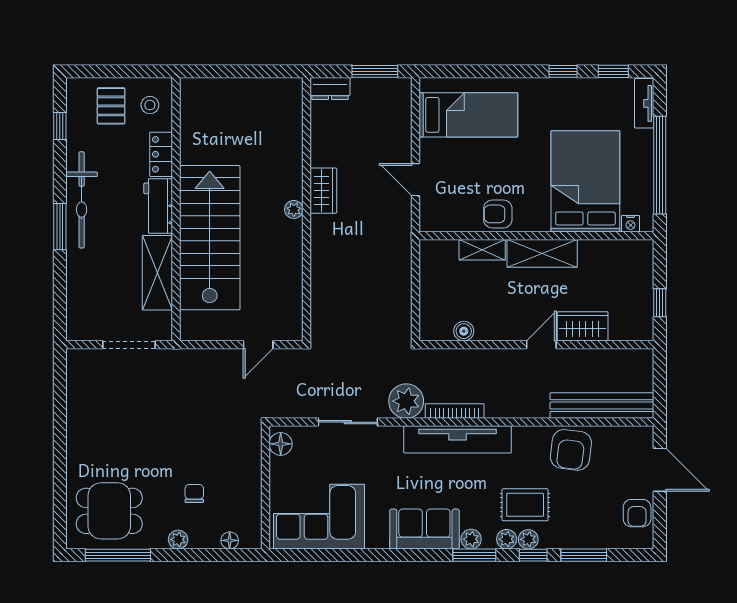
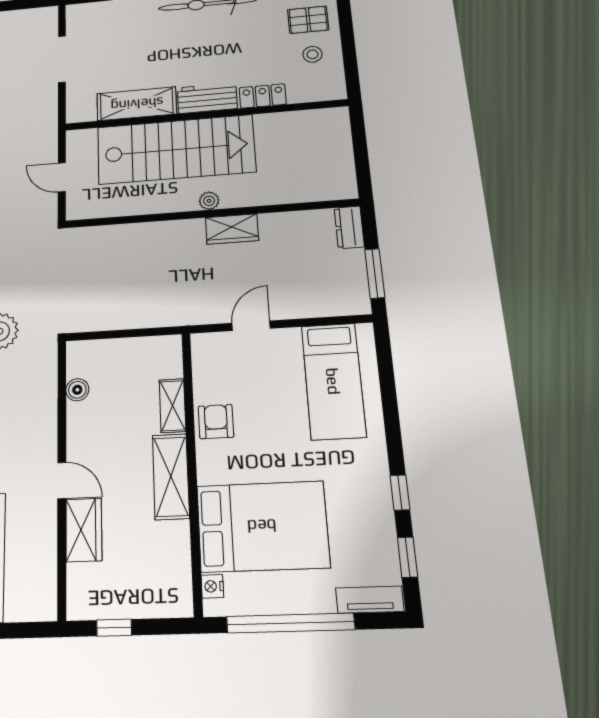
locker: (161, 154) -> (263, 96), moved
workbench: (158, 206) -> (207, 98), moved
wall: (176, 209) -> (205, 115), moved
stairs: (210, 238) -> (176, 149), moved
shelving: (157, 273) -> (137, 104), moved

